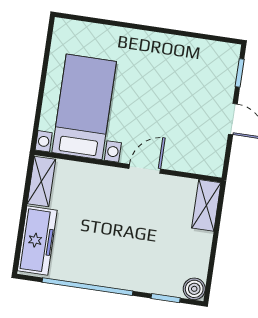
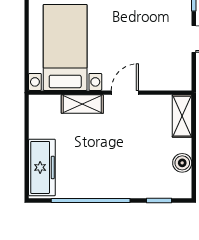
shelving: (41, 181) -> (82, 104), moved, turned 90
boiler: (194, 289) -> (182, 163), moved

